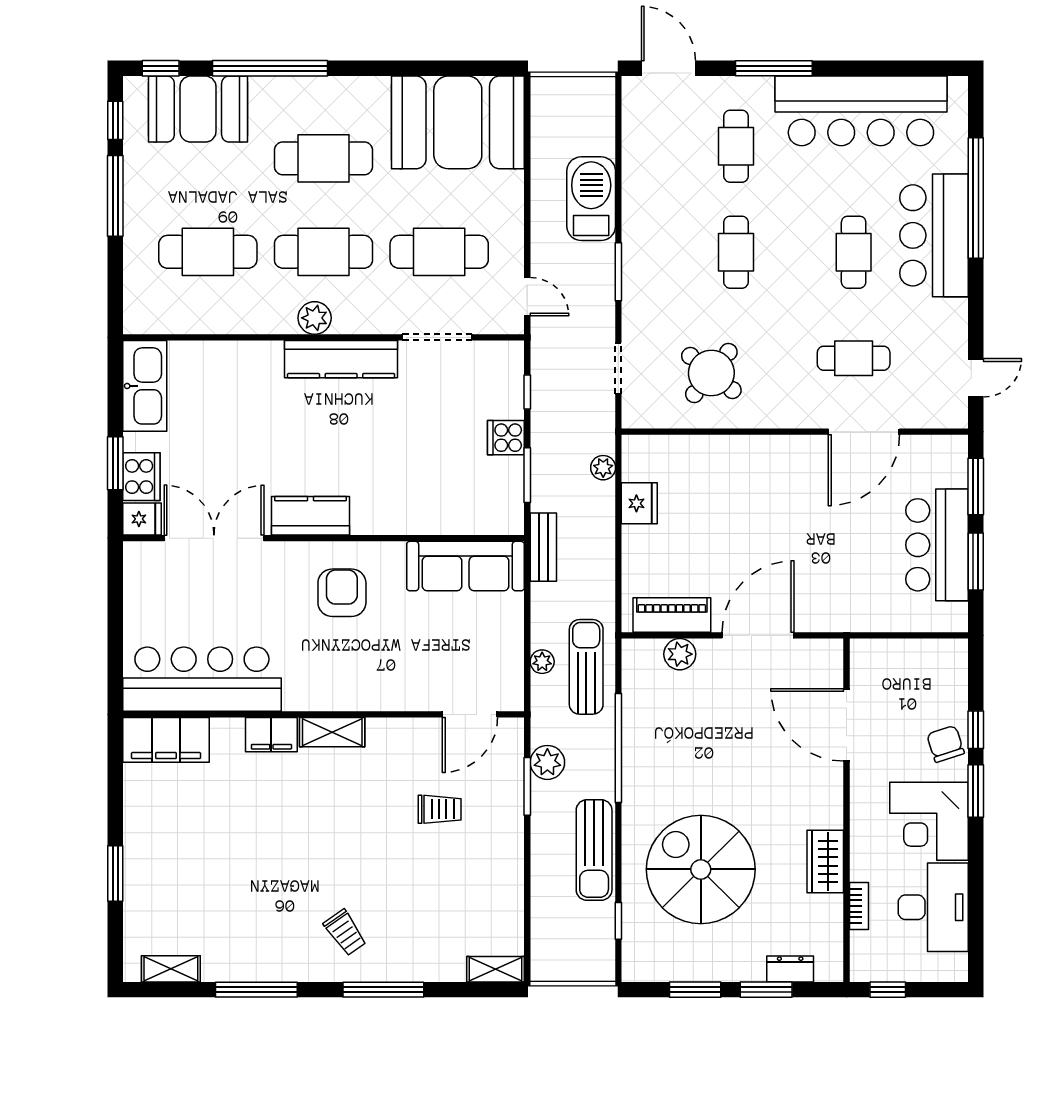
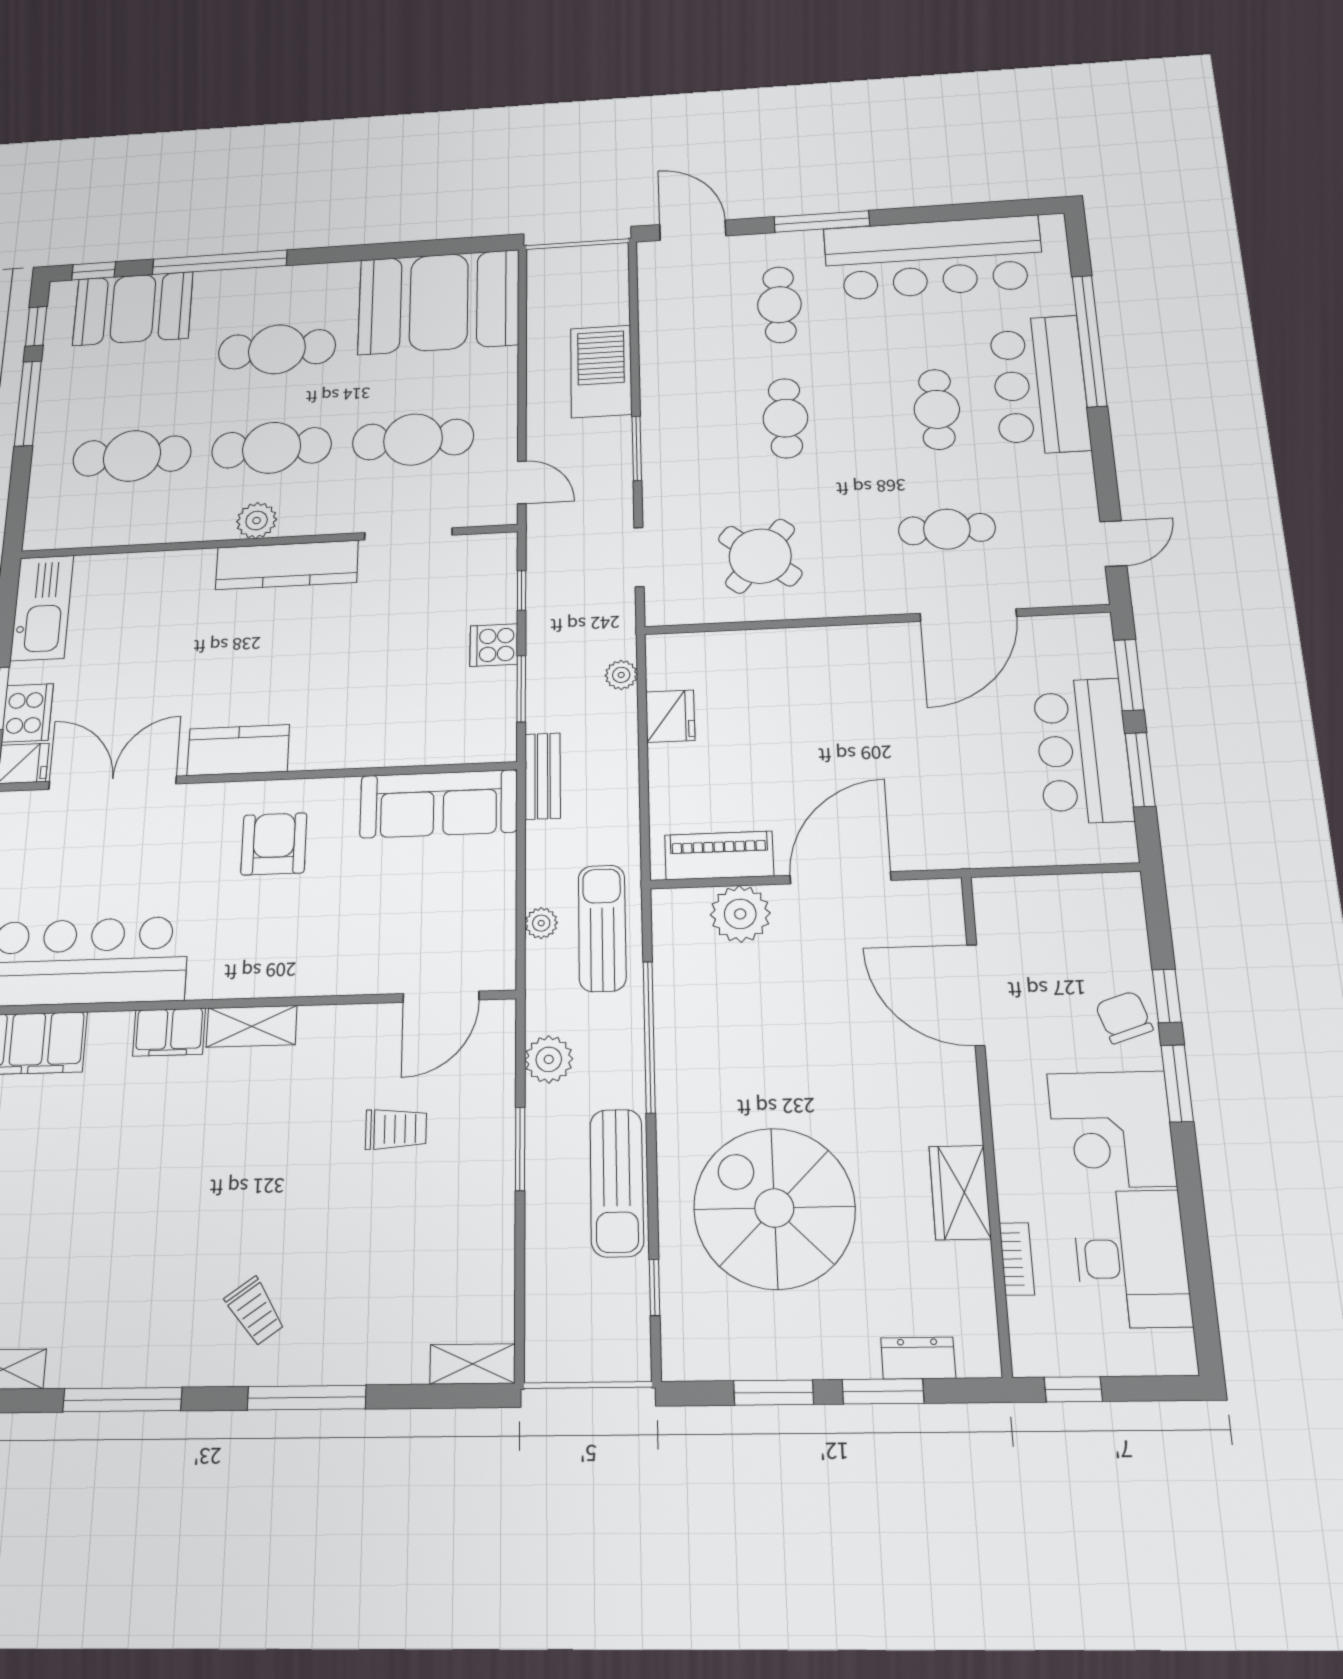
plant: (680, 654) -> (740, 914), width x1.36, depth x1.36
window: (527, 786) -> (520, 1149), moved

